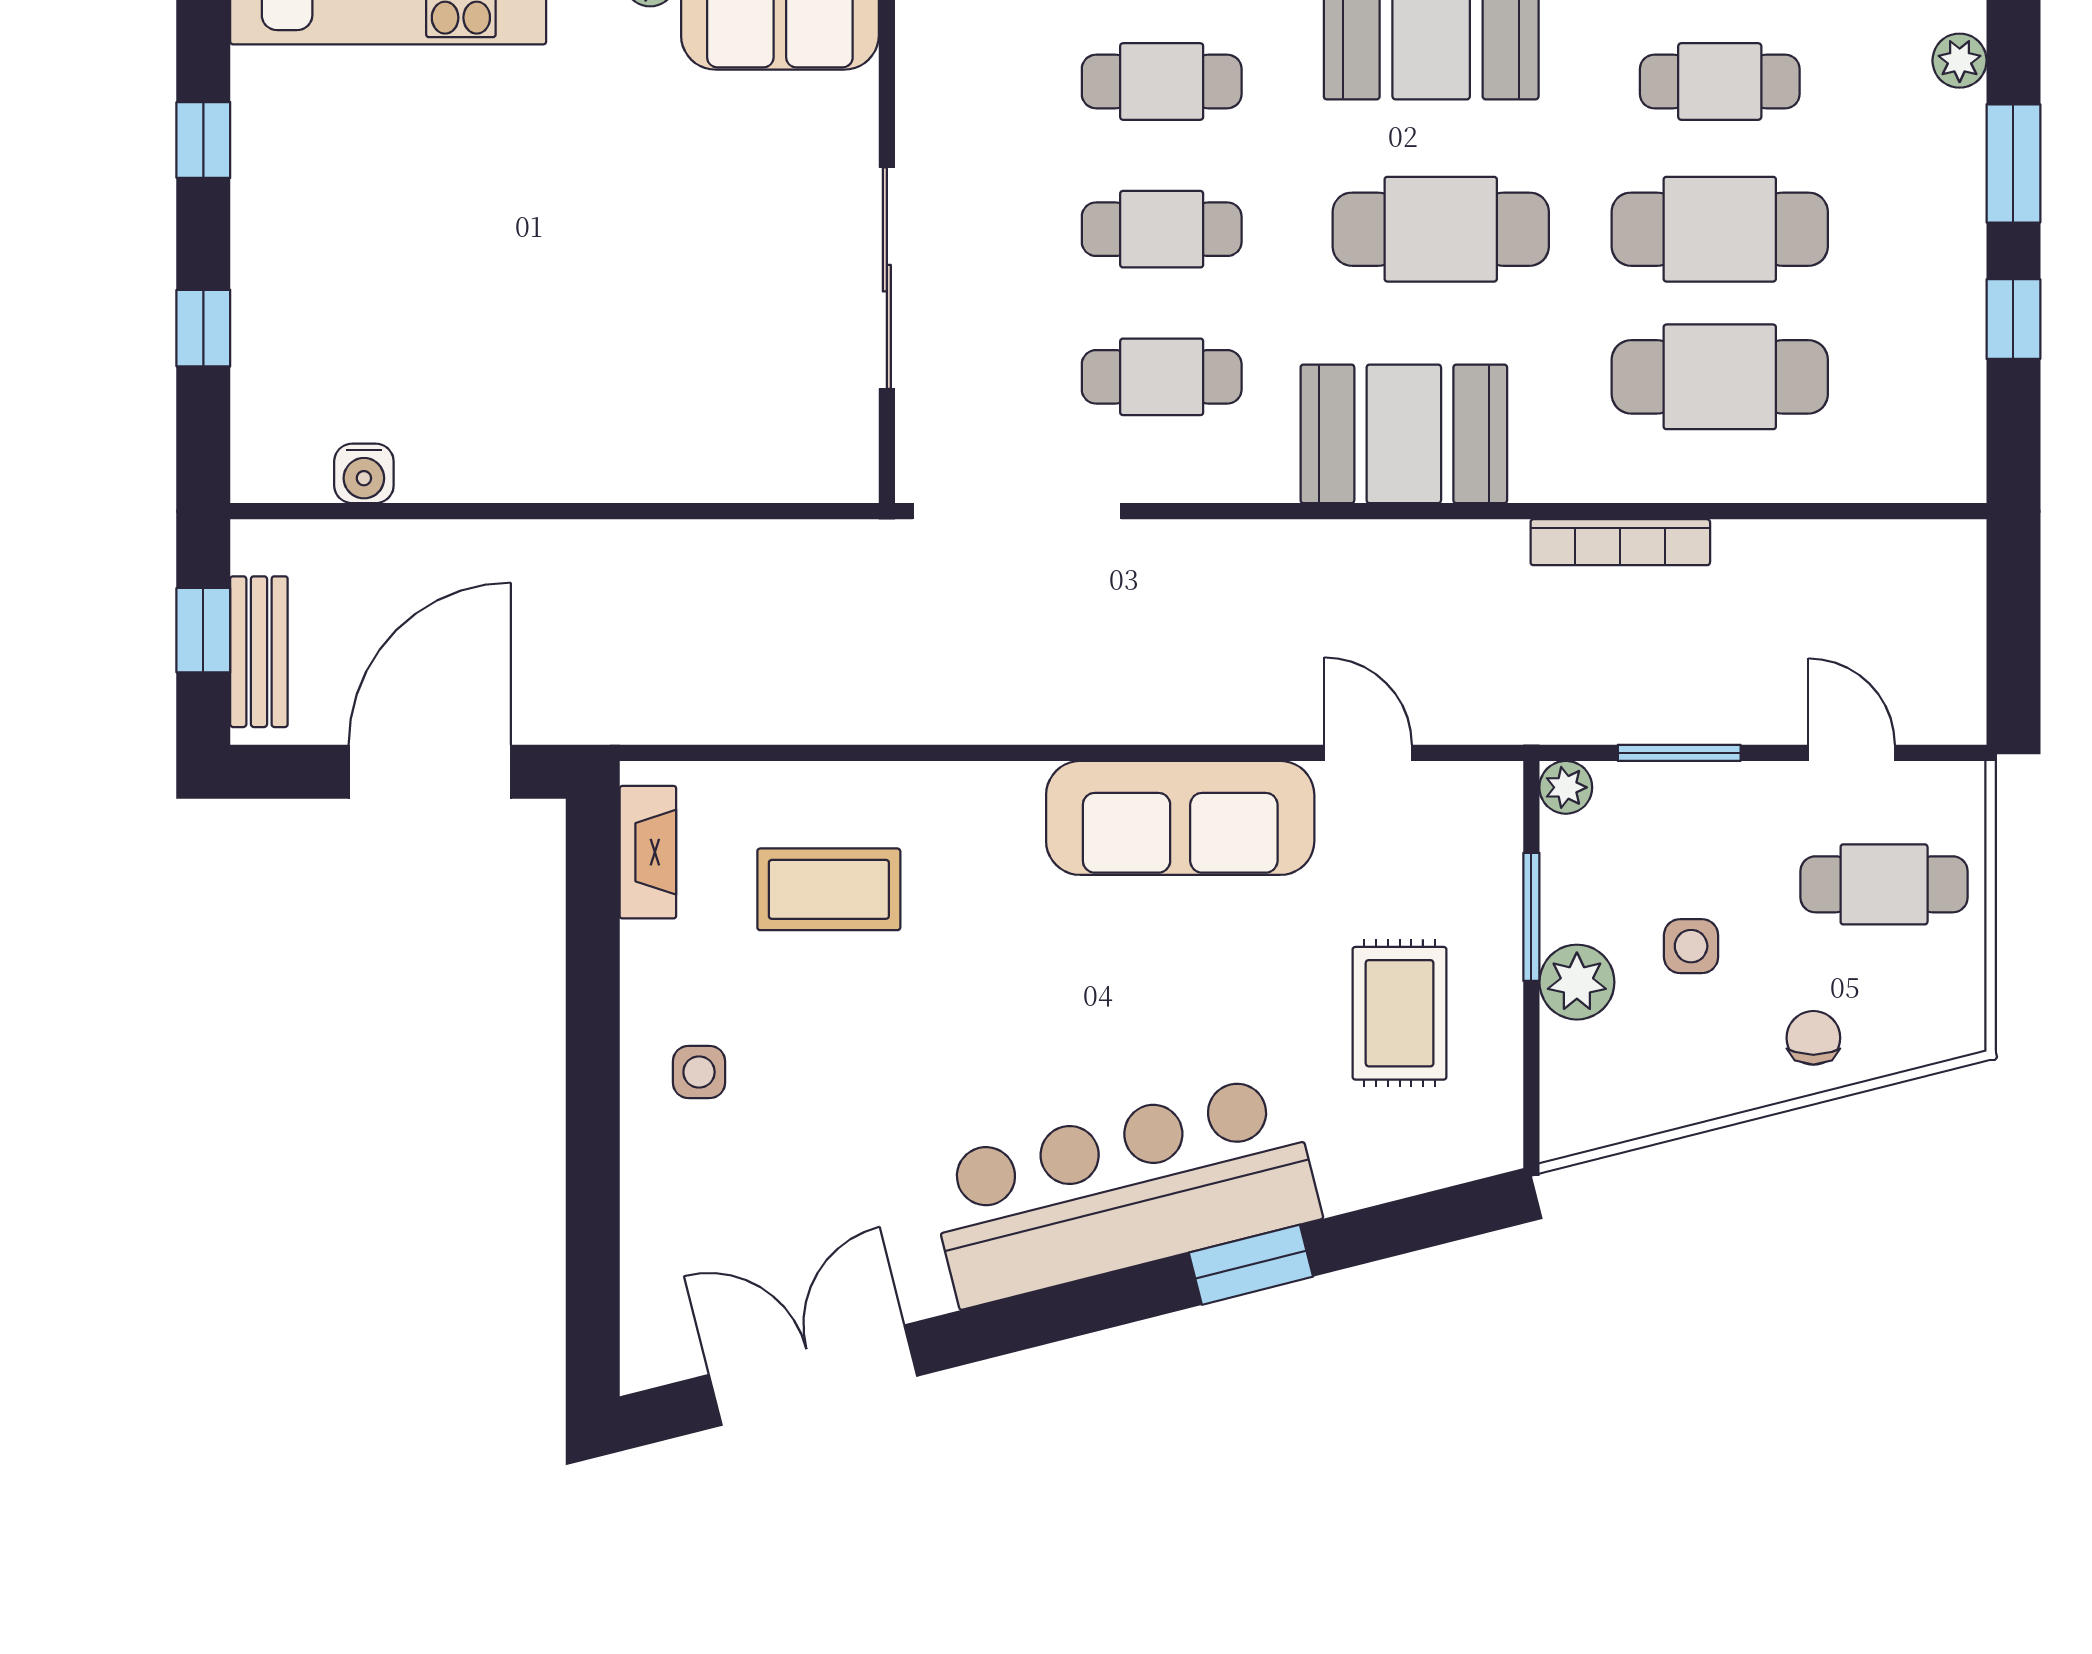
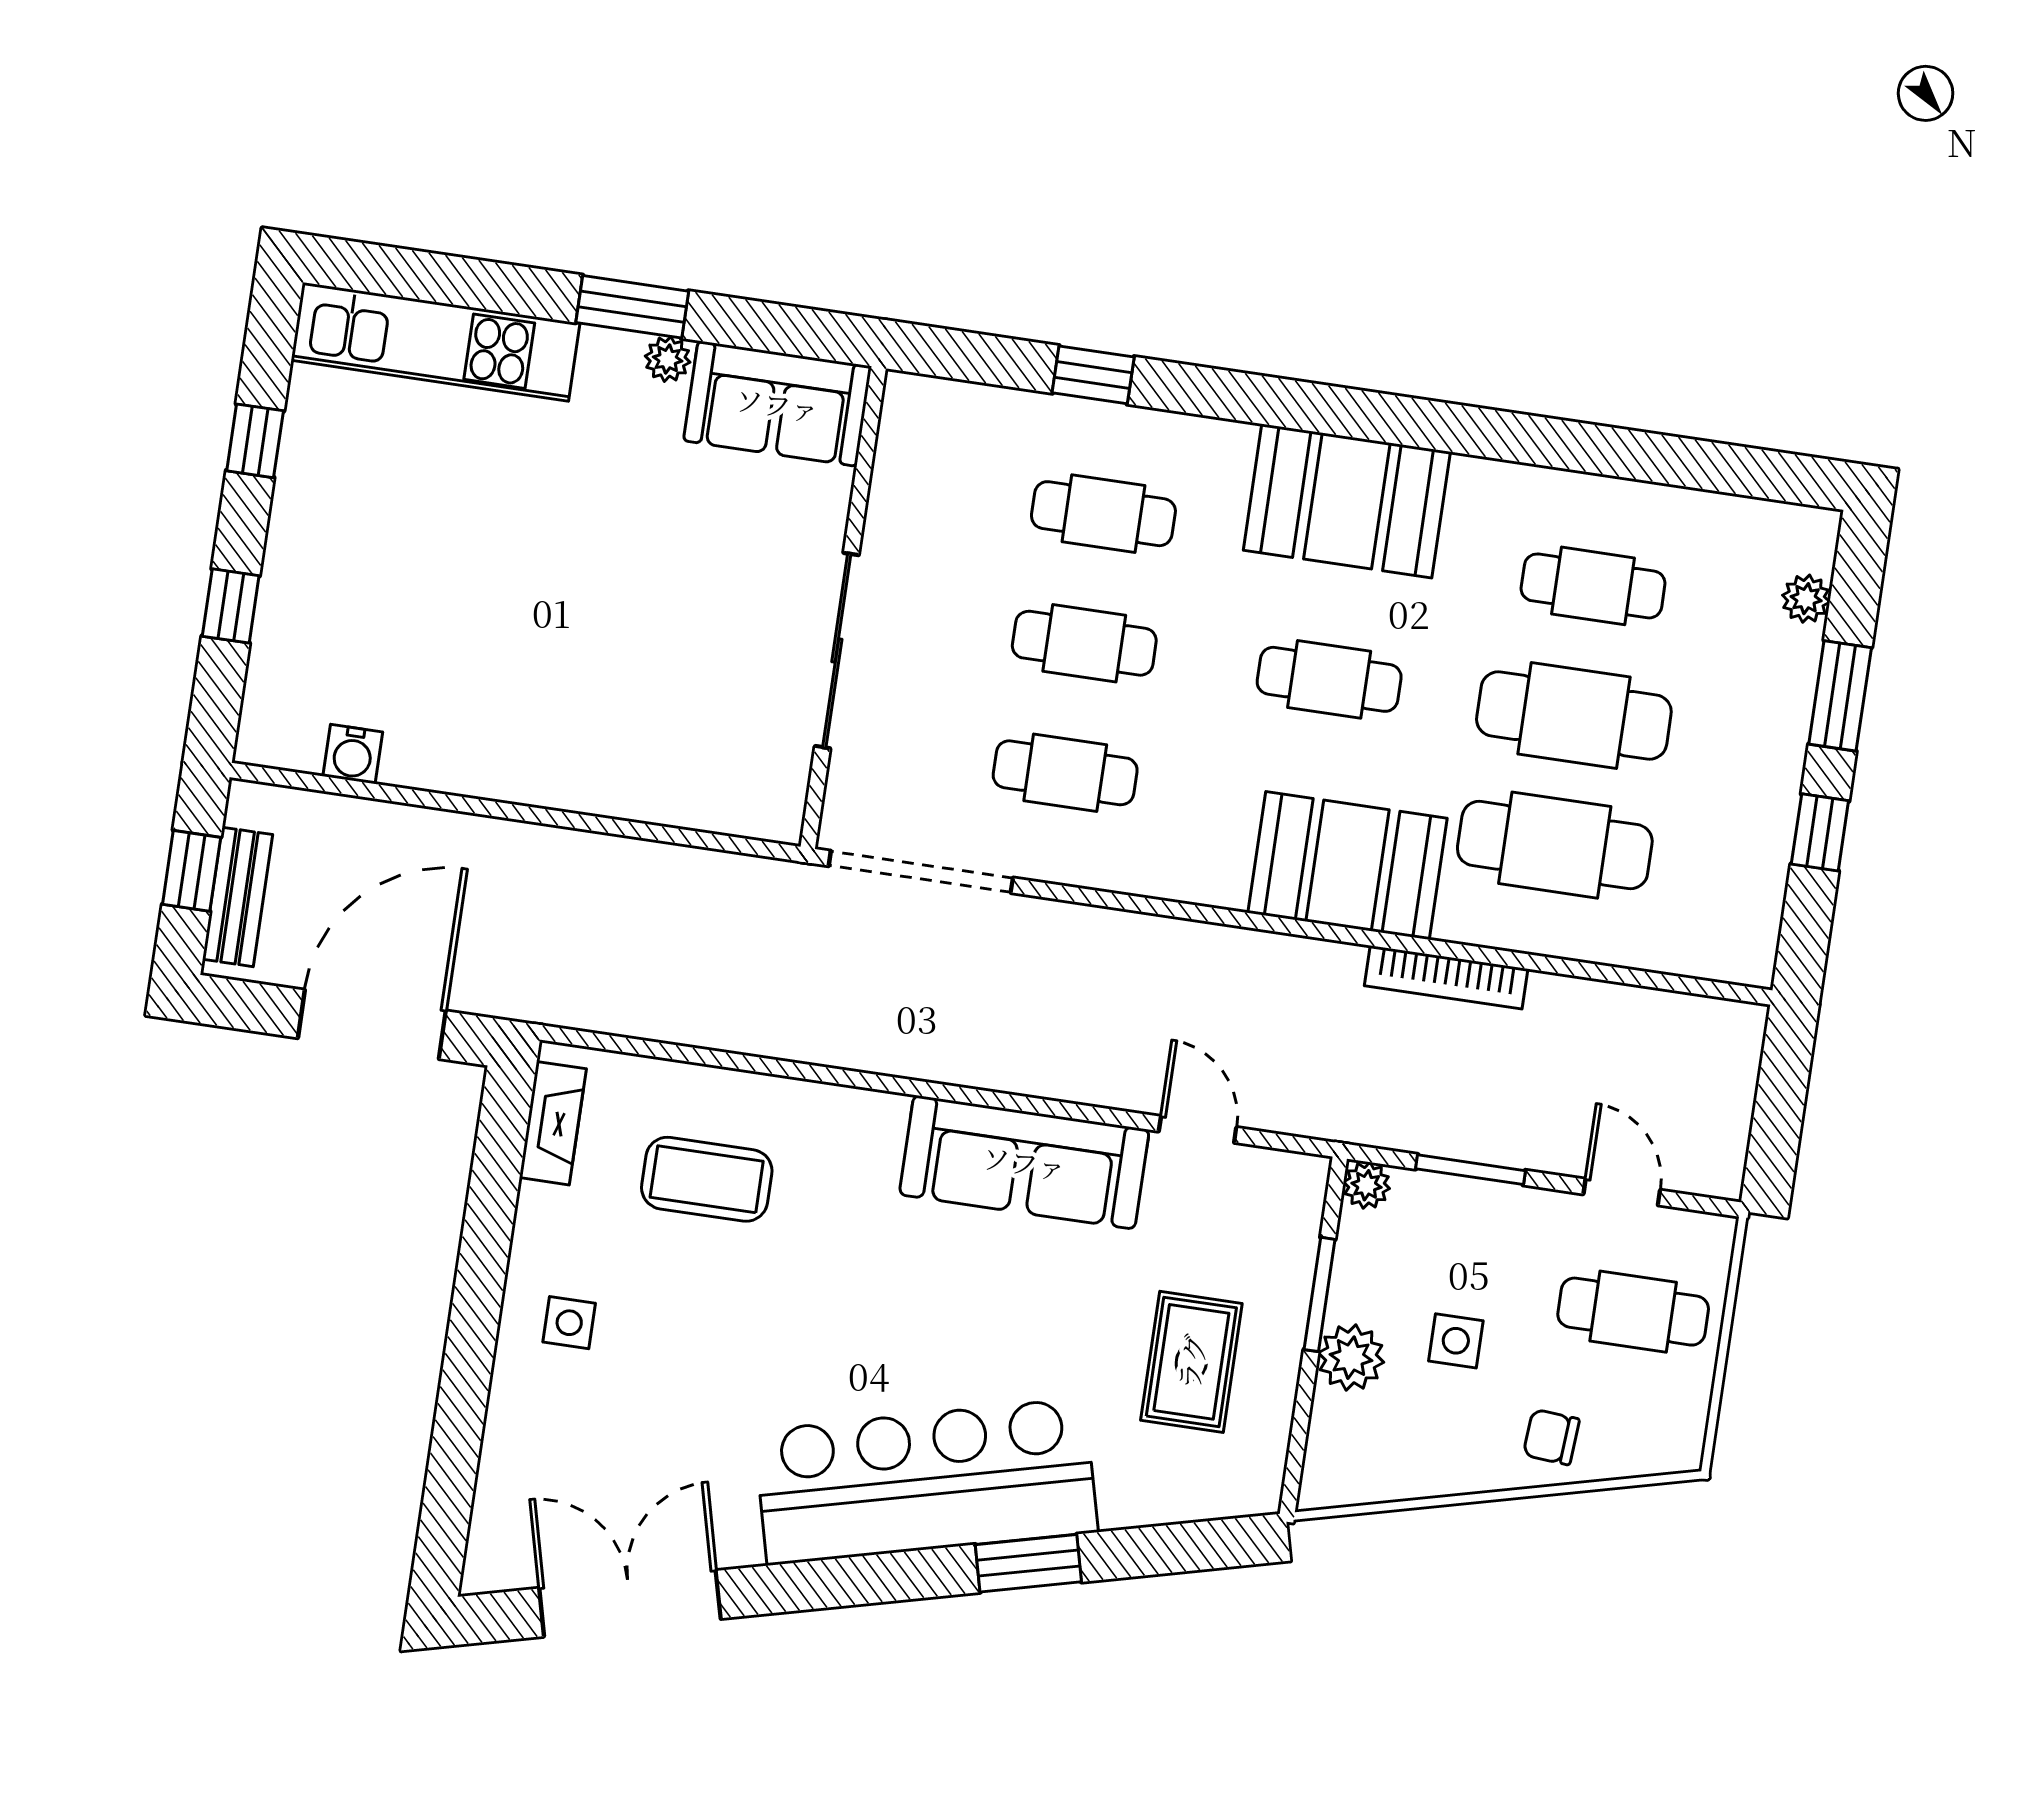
cafe table: (1441, 229) -> (1329, 679), width x0.73, depth x0.74
booth: (1404, 434) -> (1348, 866), moved
chair: (1813, 1038) -> (1551, 1437), turned -86

